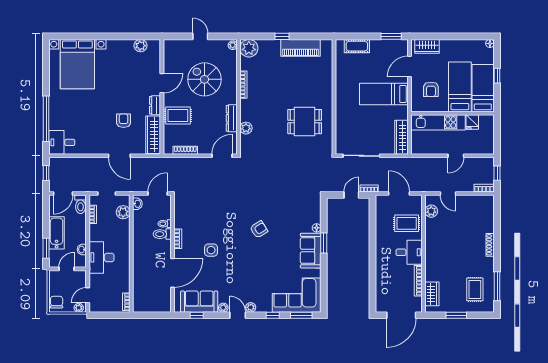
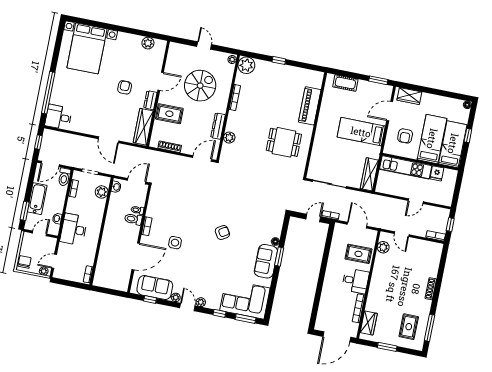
piano: (301, 48) -> (310, 106), moved, turned 90
spiral stairs: (204, 79) -> (200, 86), turned 90
armchair: (124, 121) -> (125, 87), moved

